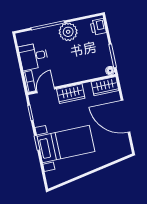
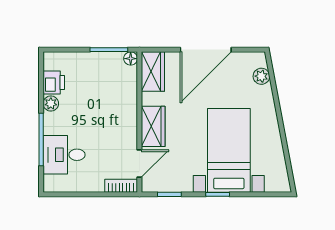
printer: (98, 27) -> (54, 83), moved, turned -90
plant: (68, 32) -> (51, 104), width x0.53, depth x0.53
desk: (33, 56) -> (64, 155), moved, turned 90
door: (46, 90) -> (139, 164), swing flipped
plant: (116, 155) -> (261, 76), added

